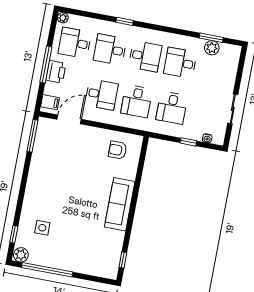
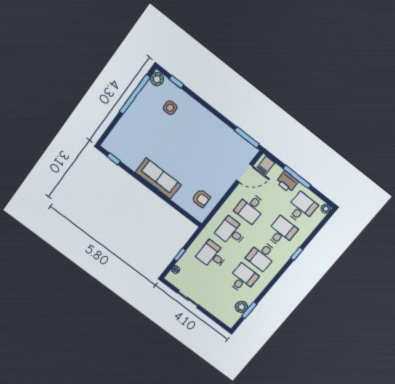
door: (69, 119) -> (245, 173), hinge flipped
armchair: (118, 150) -> (201, 198), turned 89

